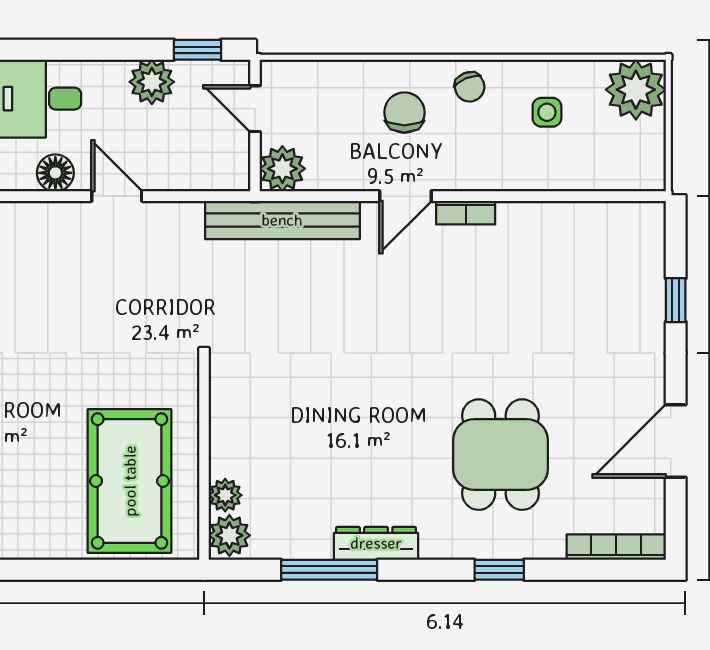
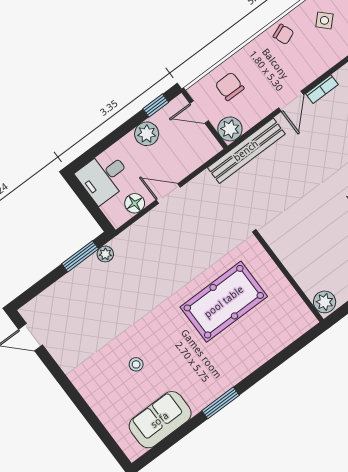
chair: (404, 112) -> (230, 86), moved
side table: (547, 112) -> (324, 20), turned 45
pool table: (130, 481) -> (224, 302), moved, turned 90
plant: (225, 495) -> (310, 286), removed

